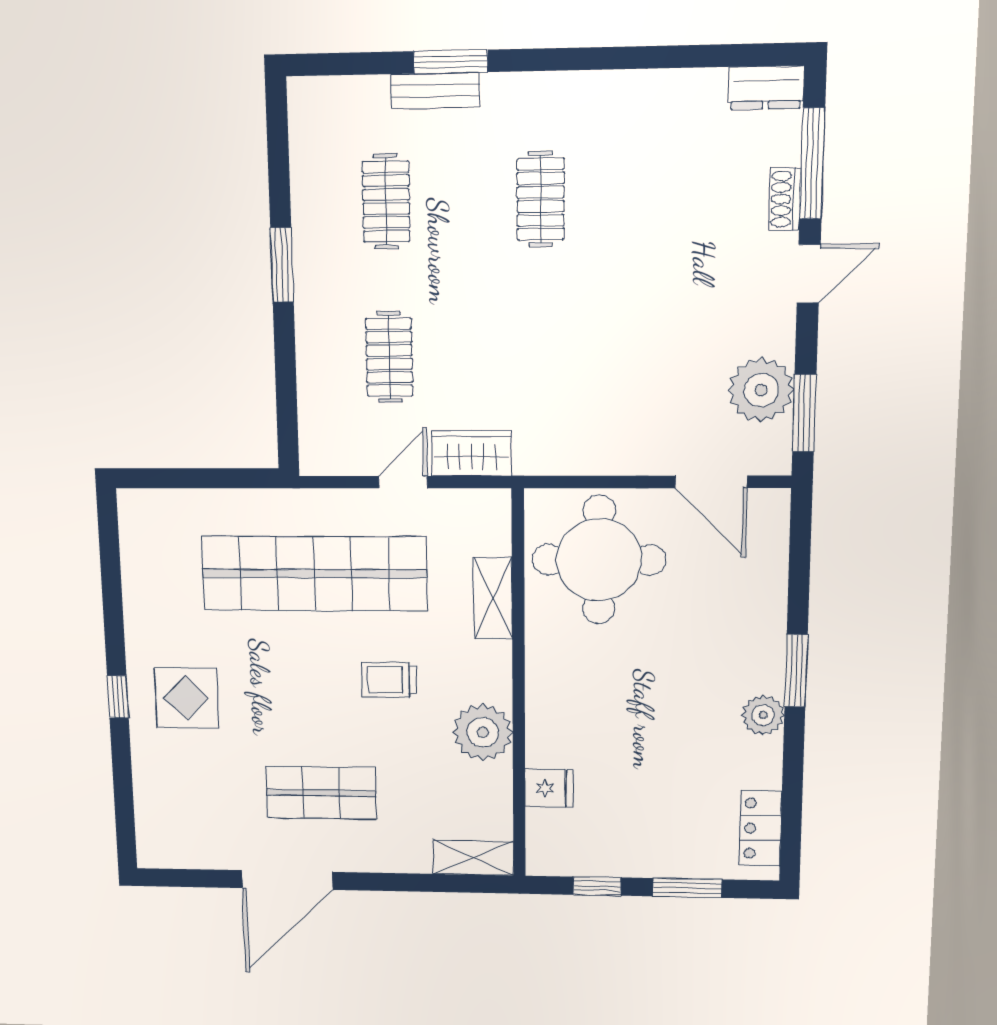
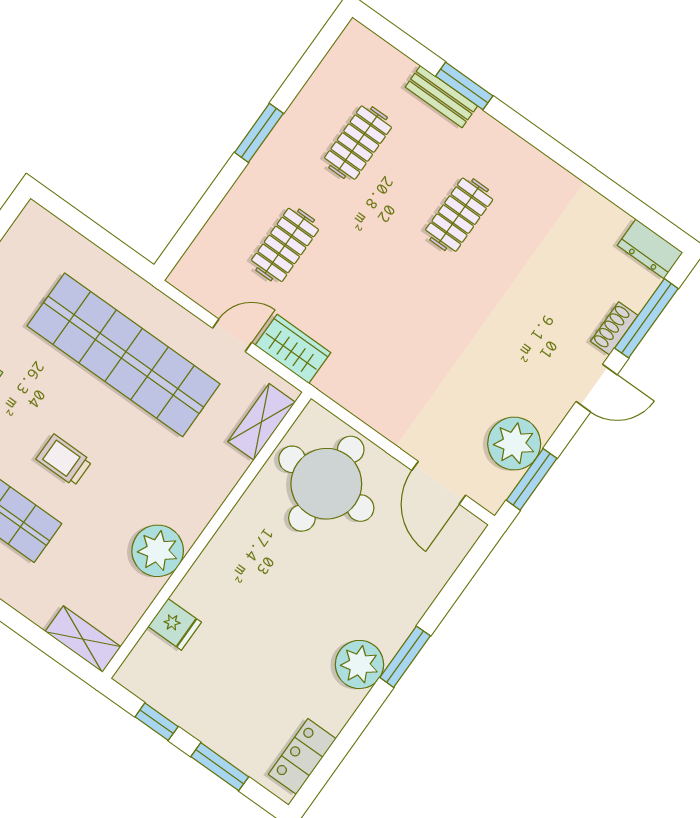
shelving: (493, 598) -> (262, 422), moved
trolley: (389, 680) -> (64, 460), moved
plant: (763, 715) -> (359, 664), width x1.36, depth x1.36

